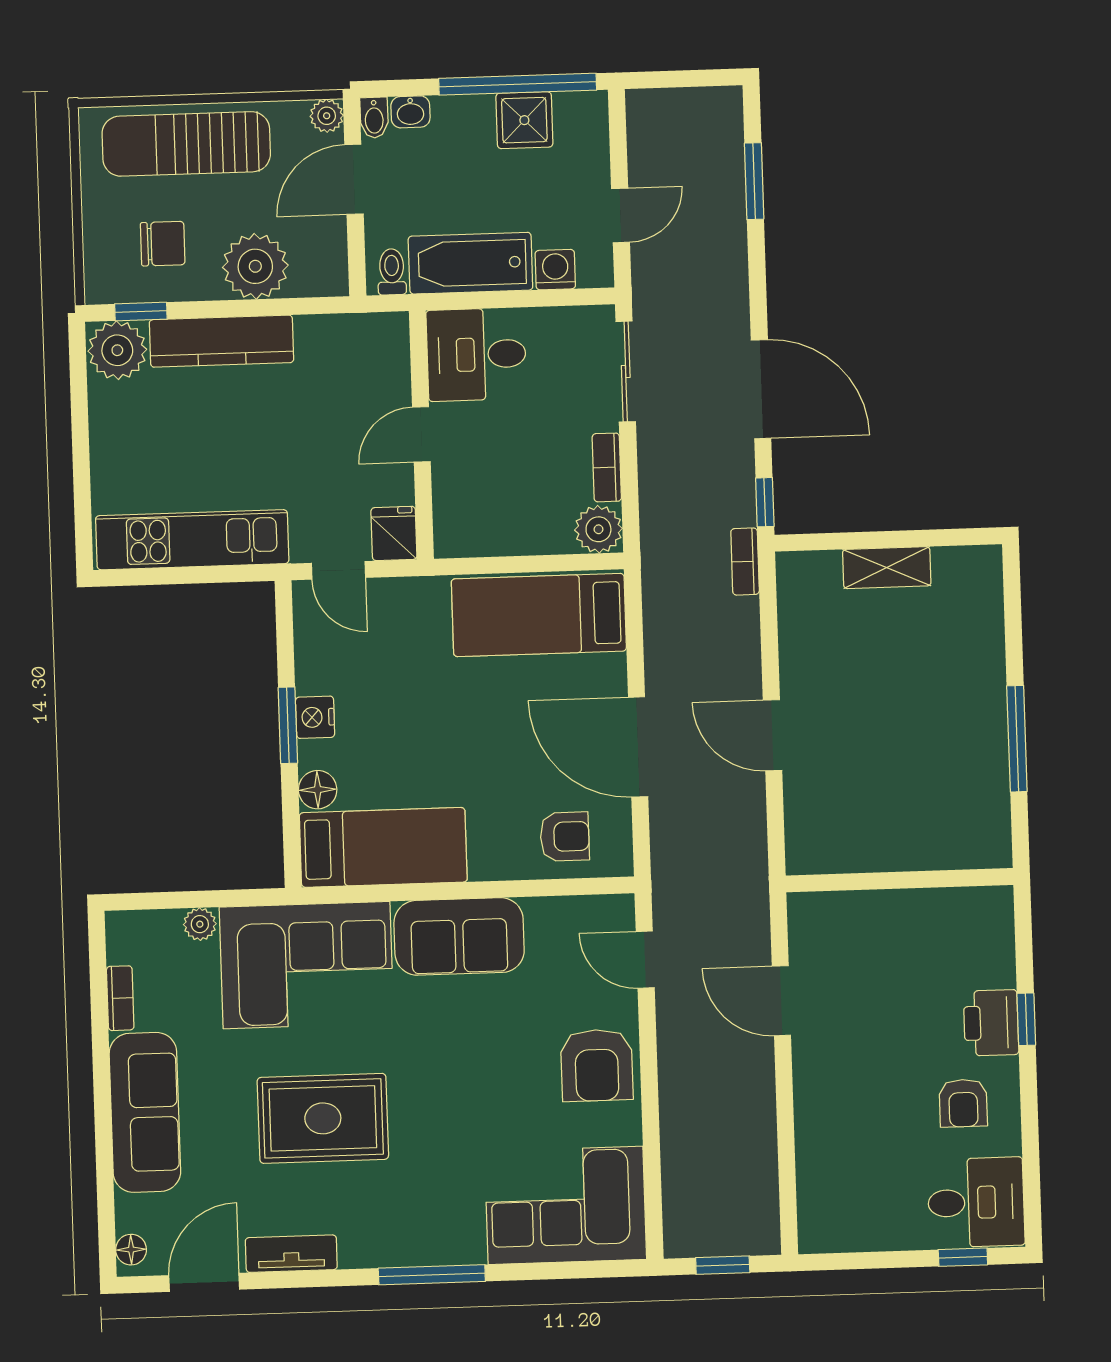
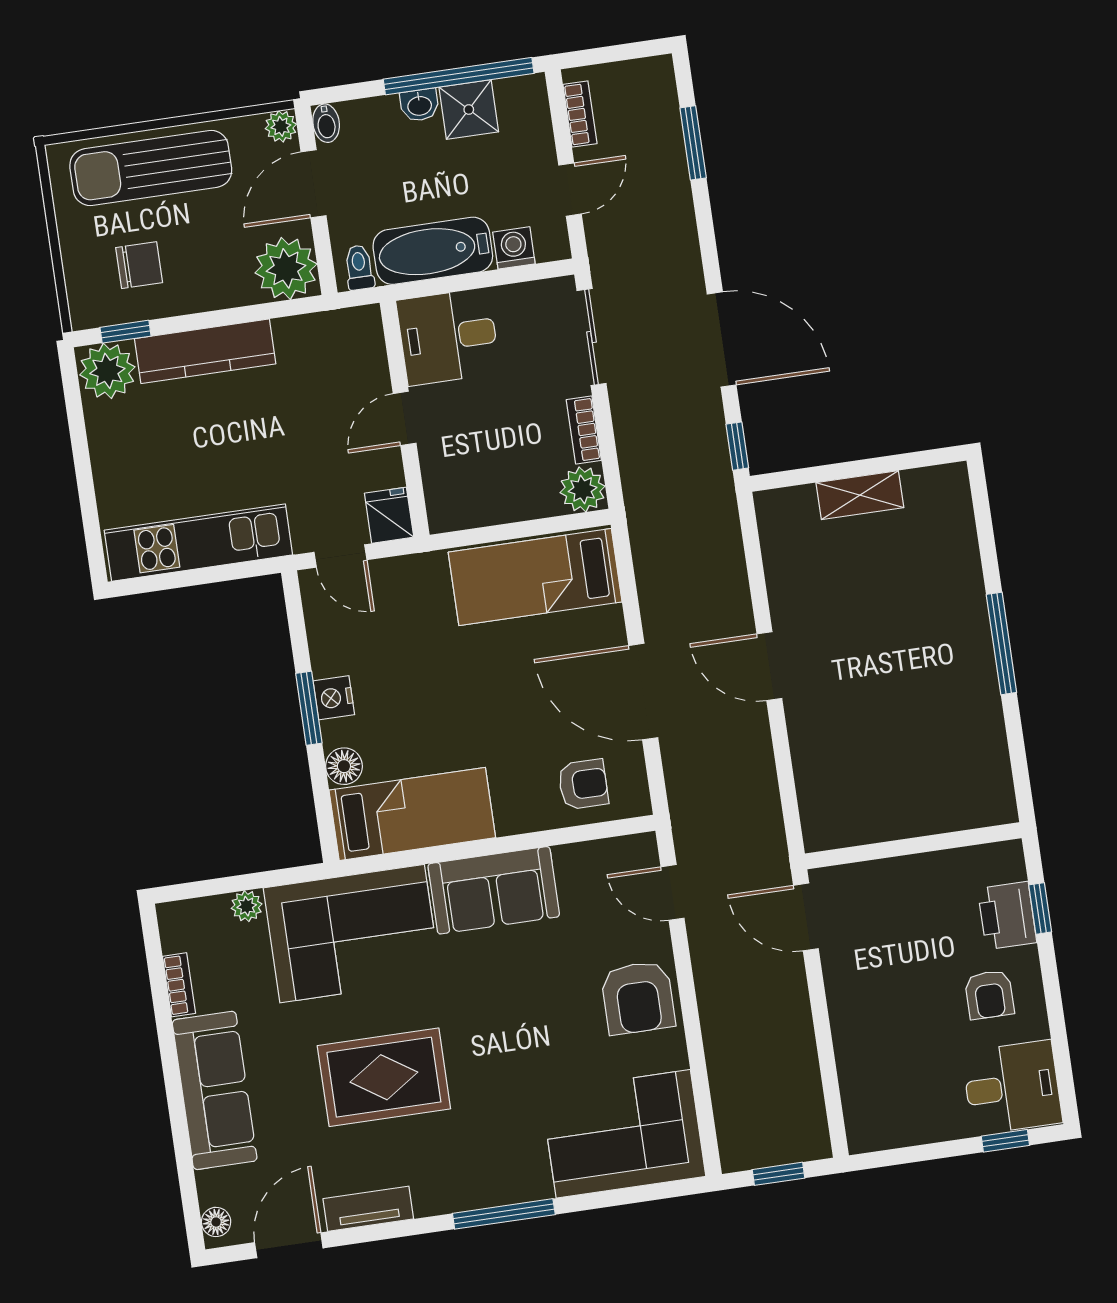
washbasin: (410, 112) -> (419, 105), moved
plant: (255, 266) -> (286, 268), moved
bookcase: (745, 562) -> (580, 114), moved, turned 180
wall: (899, 880) -> (913, 846), moved

